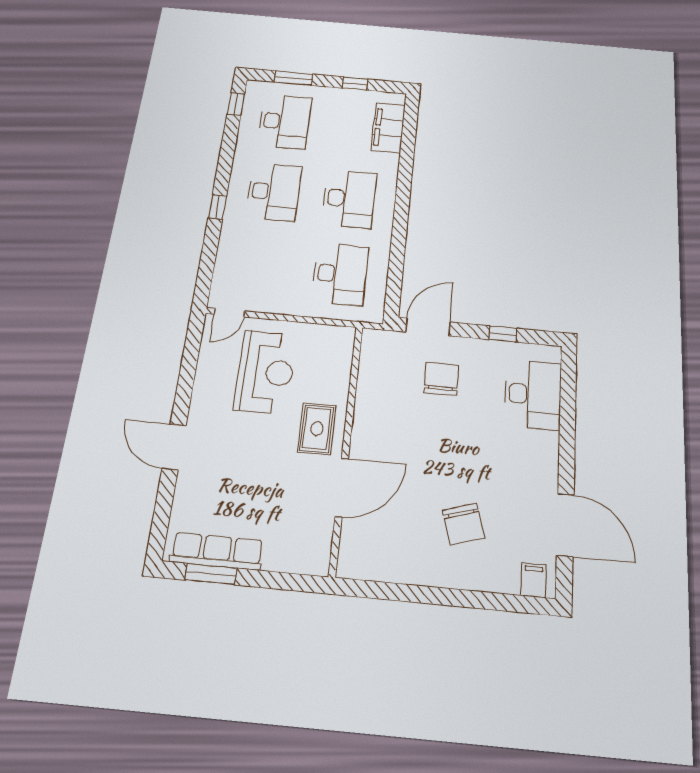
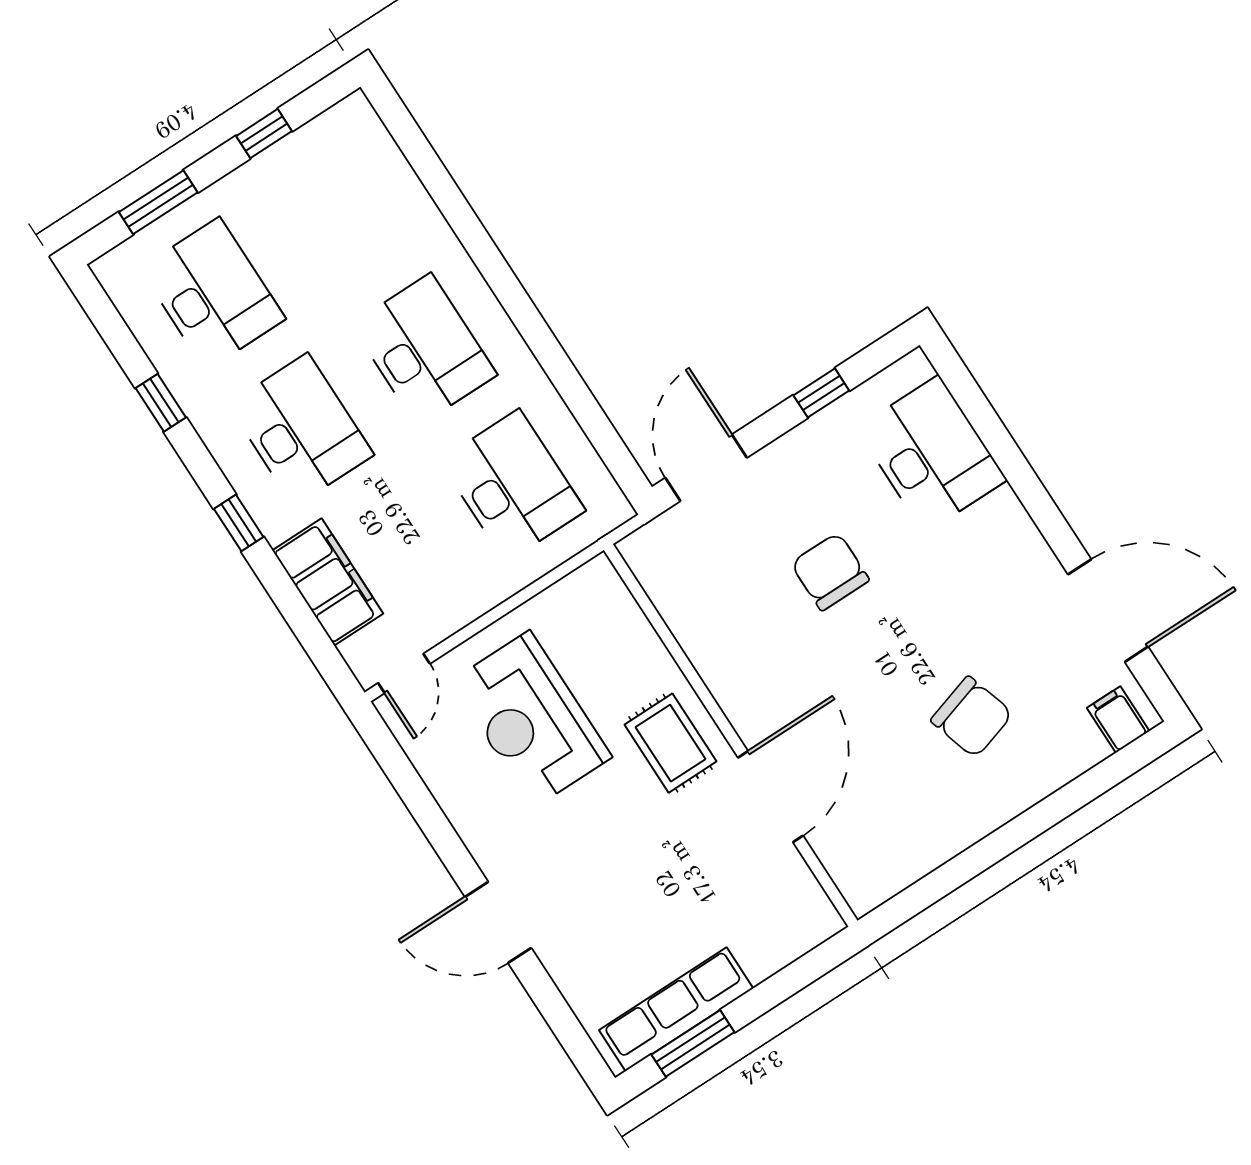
window: (236, 104) -> (161, 403), moved
filing cabinet: (388, 128) -> (328, 582), moved, turned 180
reception desk: (266, 372) -> (531, 719), turned 180
chair: (441, 379) -> (830, 572), moved

